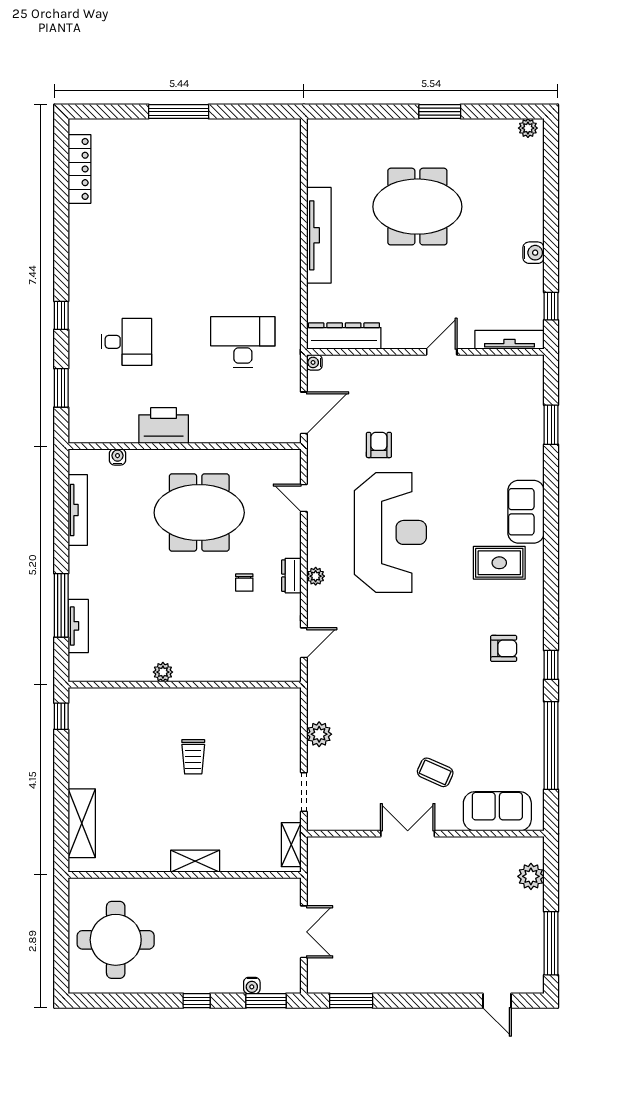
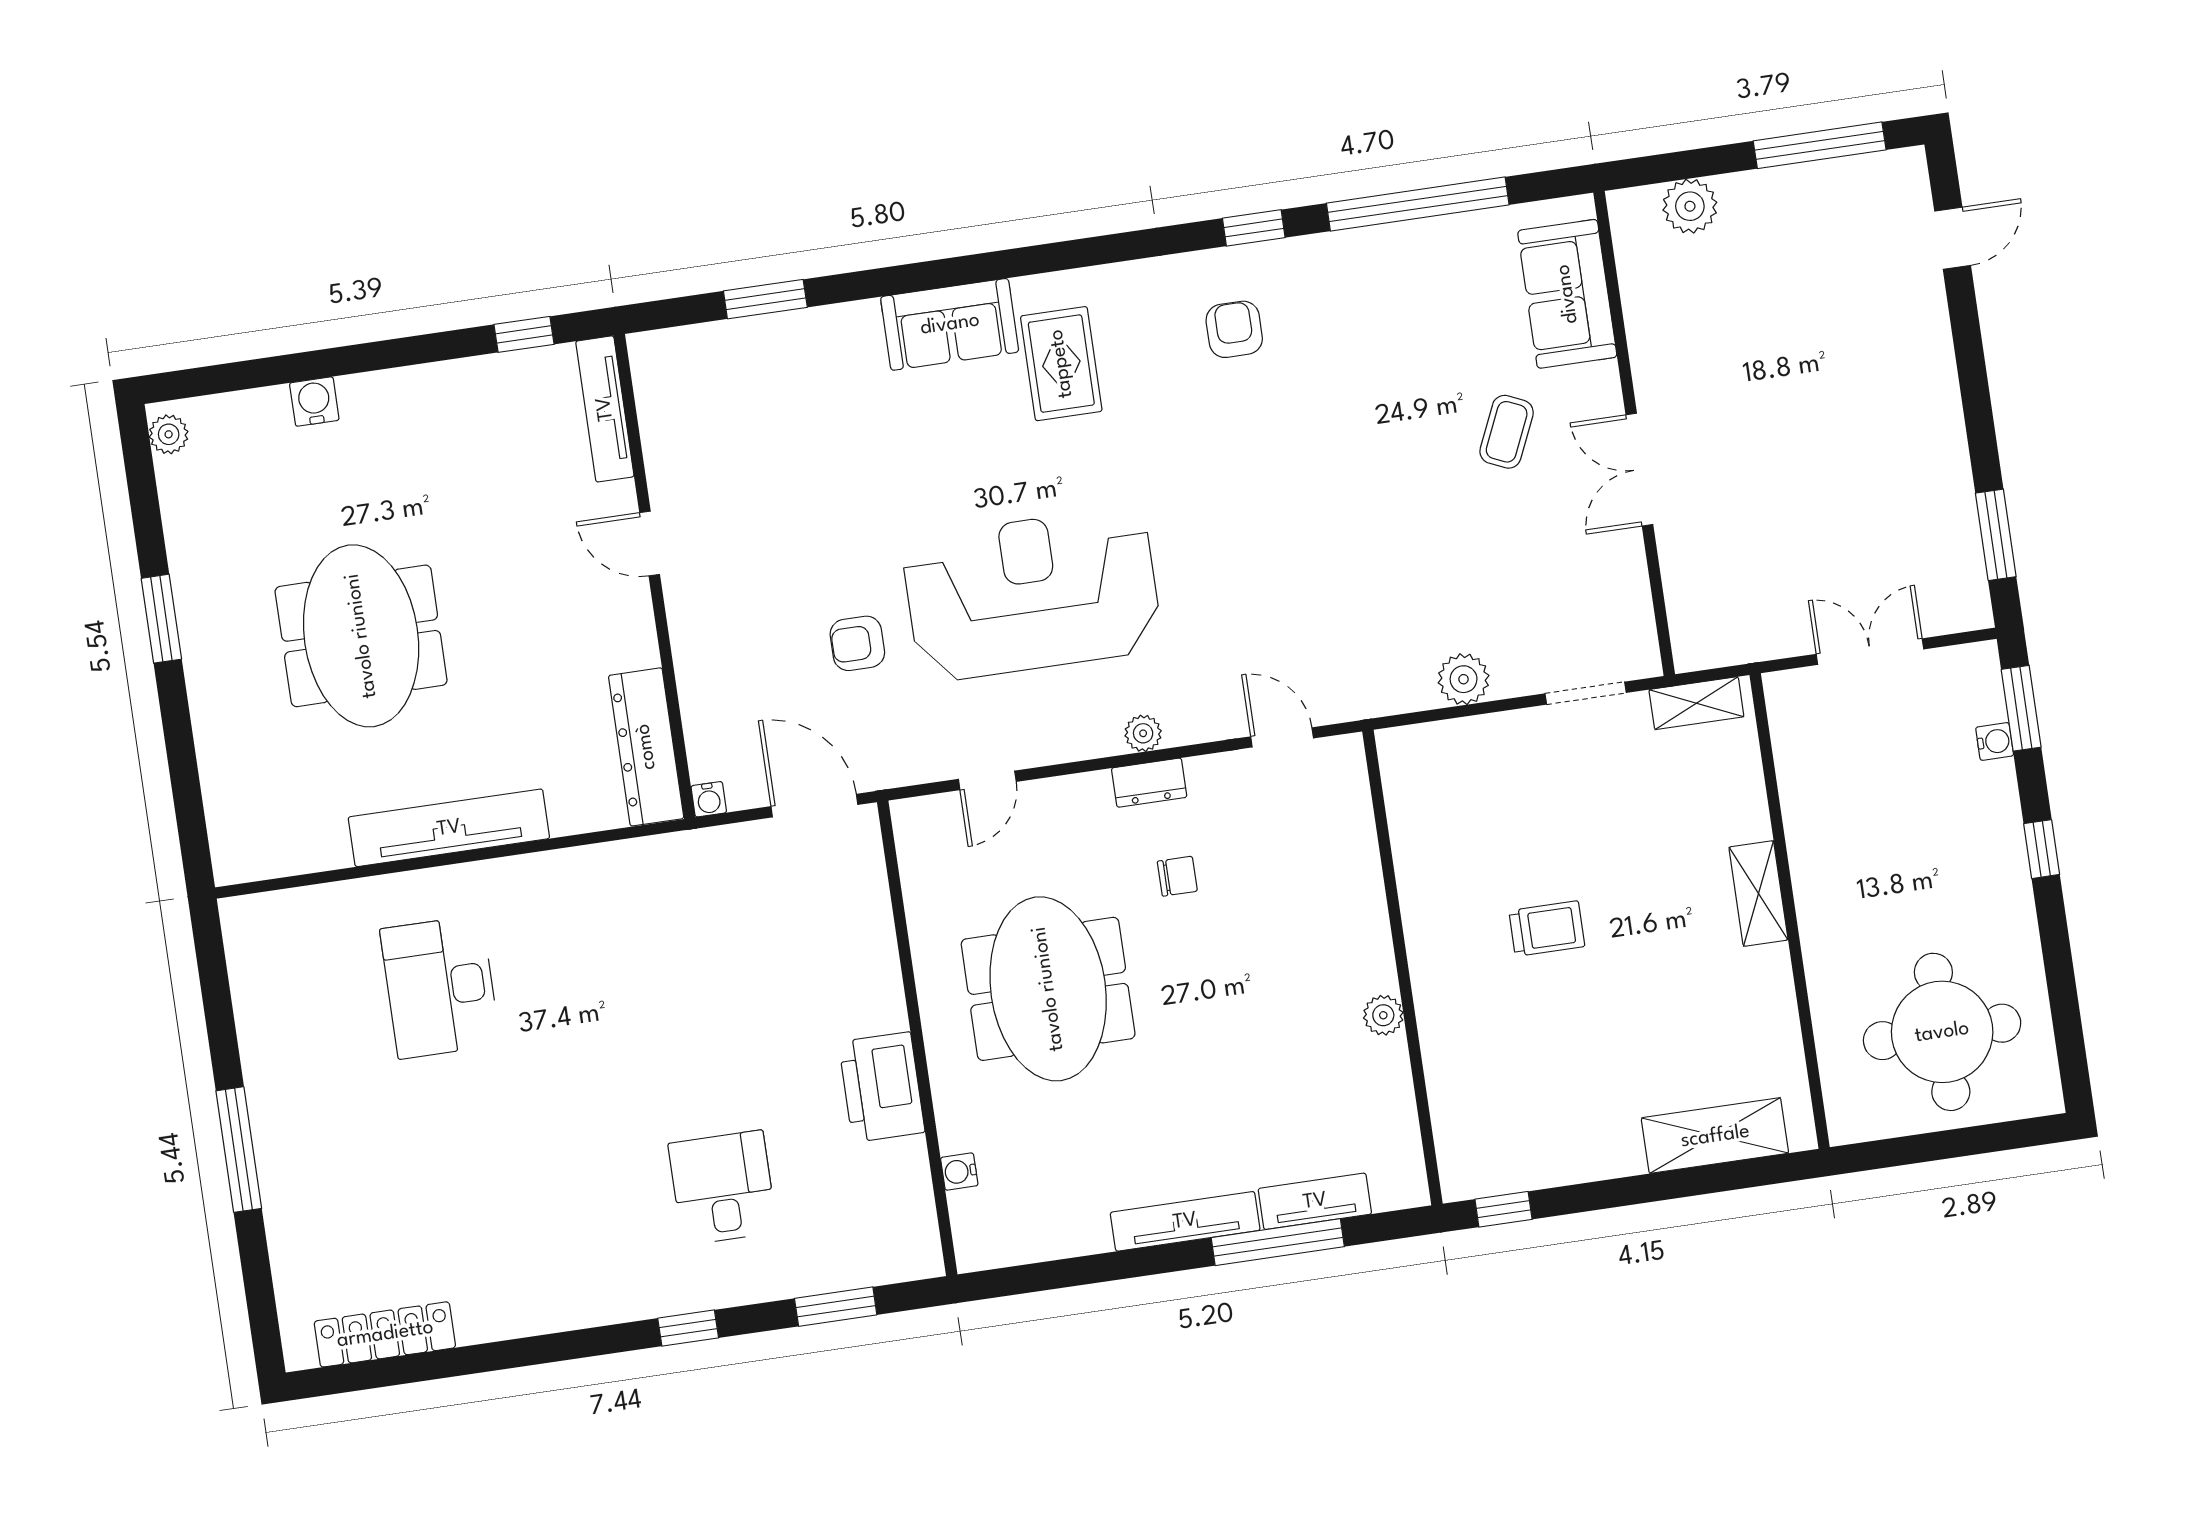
water cooler: (533, 253) -> (314, 402), moved
desk: (243, 342) -> (440, 987), moved
tv unit: (78, 510) -> (1185, 1221), moved

